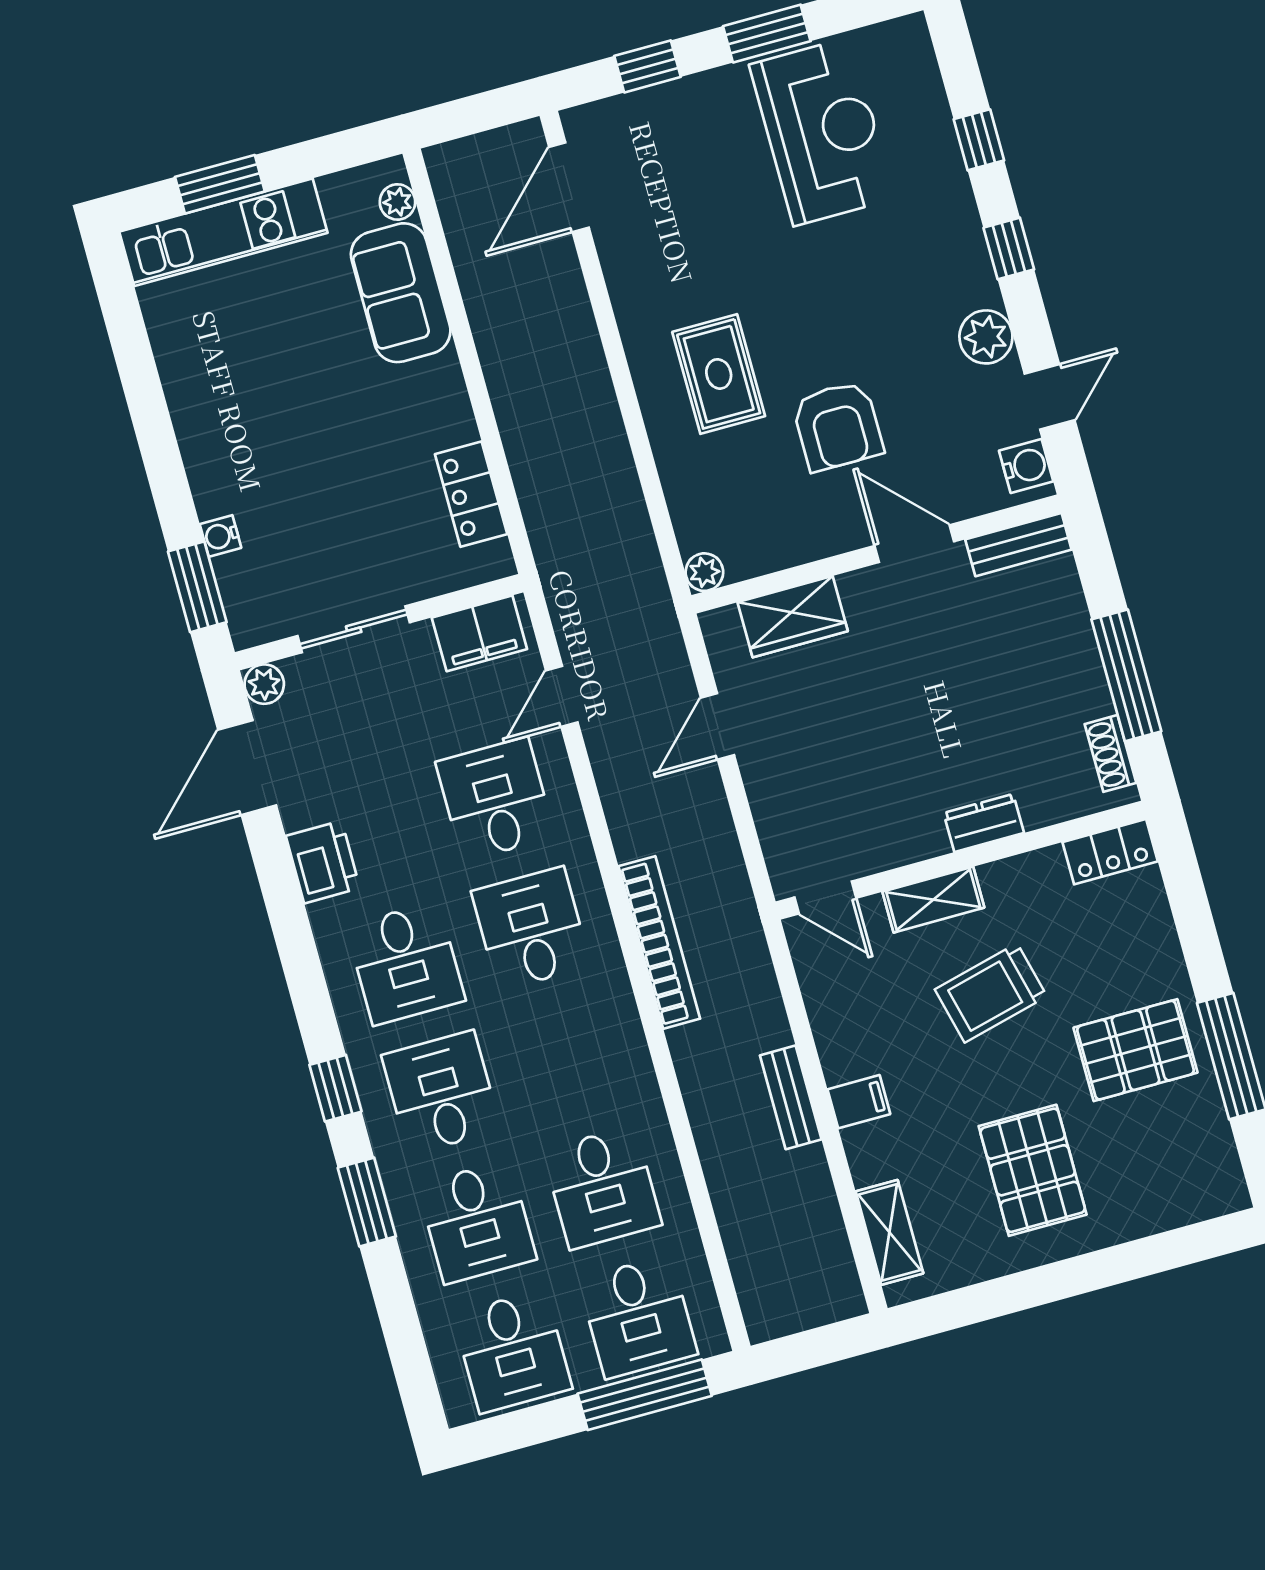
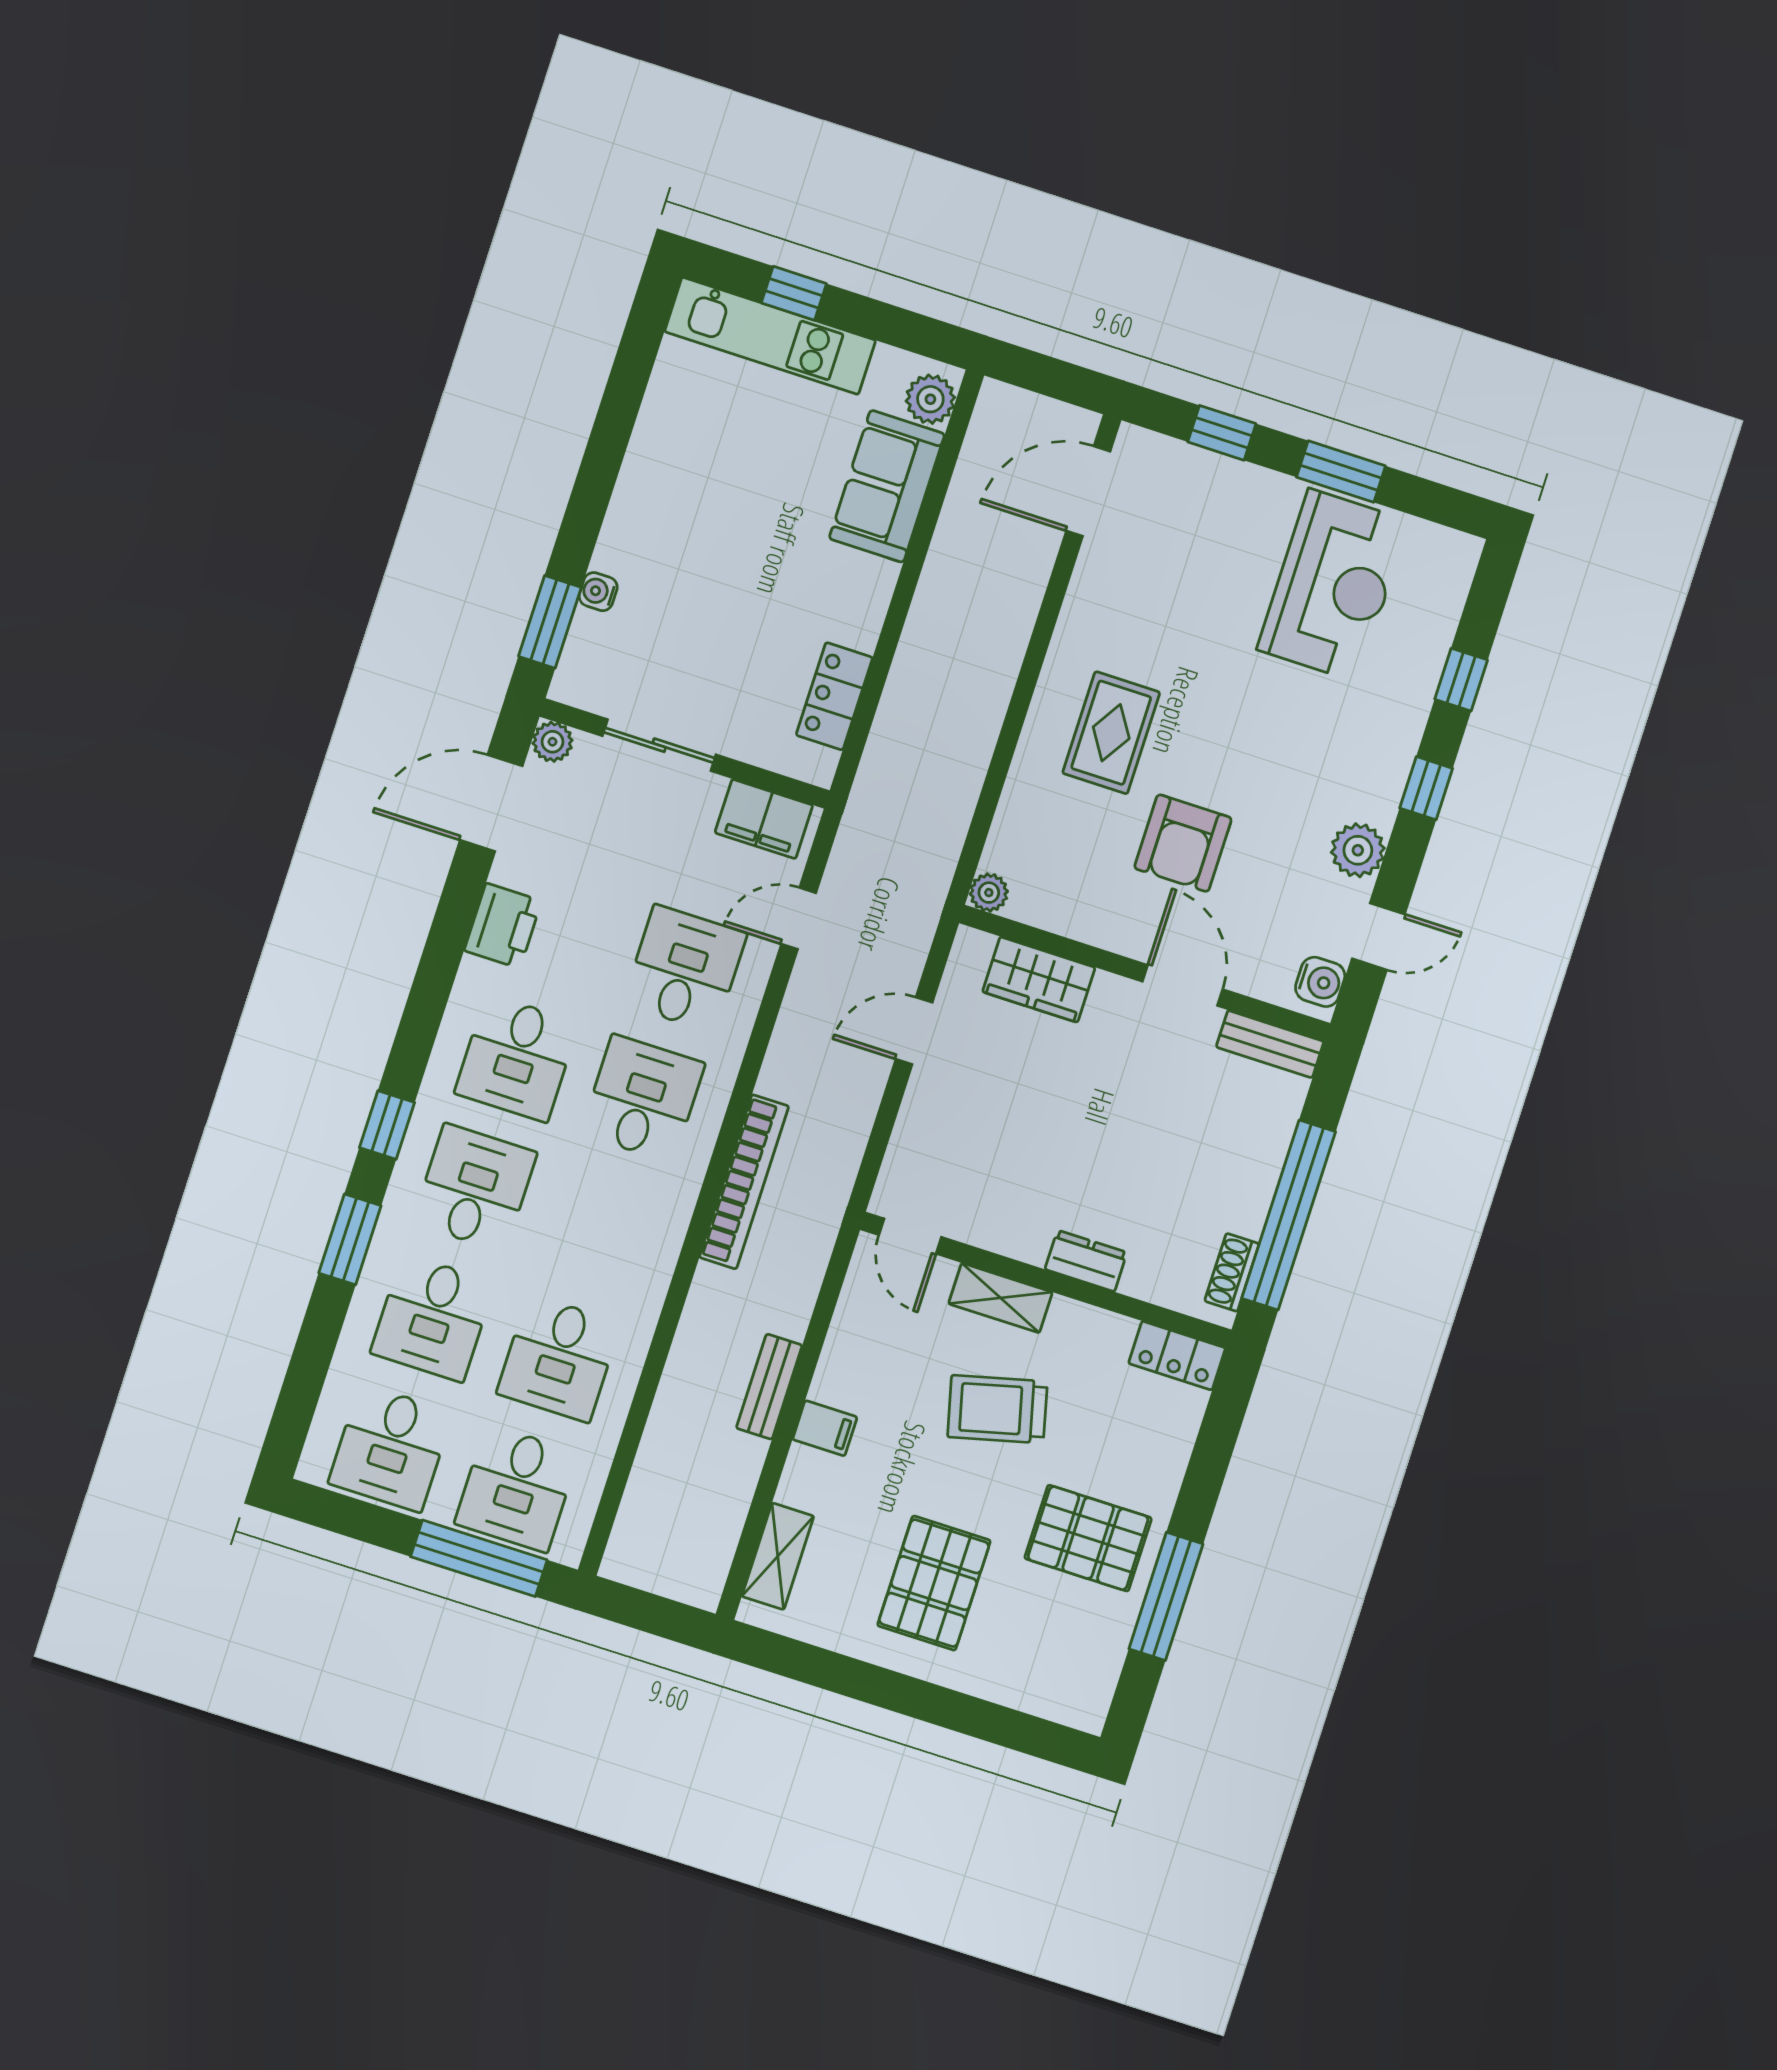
window: (220, 184) -> (794, 293), width x0.67
plant: (397, 202) -> (930, 399), width x1.38, depth x1.38
window: (1126, 675) -> (1289, 1215), width x1.46

